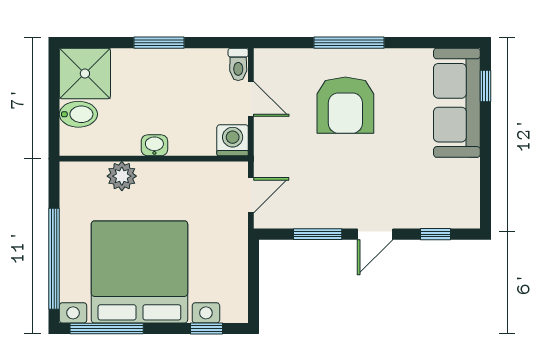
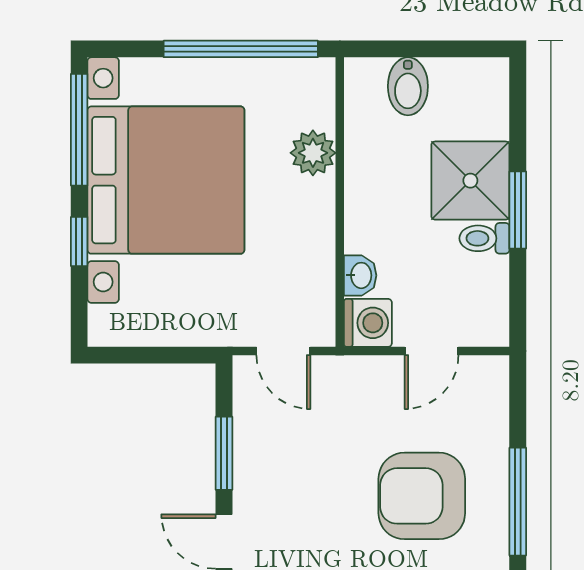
toilet: (238, 64) -> (484, 238), moved
shower: (85, 73) -> (470, 181), moved
washbasin: (154, 145) -> (360, 275), moved
window: (54, 259) -> (241, 49), moved
window: (206, 329) -> (79, 242), moved

